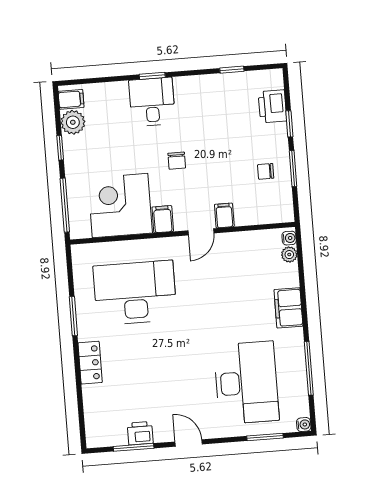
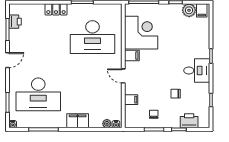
desk: (152, 102) -> (197, 70), moved
chair: (177, 161) -> (176, 94), moved
filing cabinet: (224, 216) -> (131, 100), moved
desk: (135, 293) -> (92, 37), turned 90
printer: (140, 433) -> (15, 22), moved

